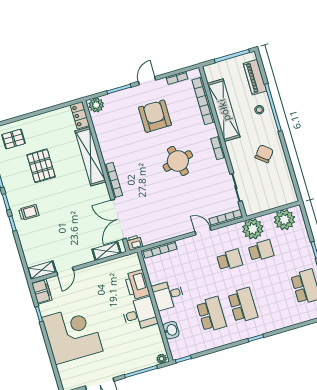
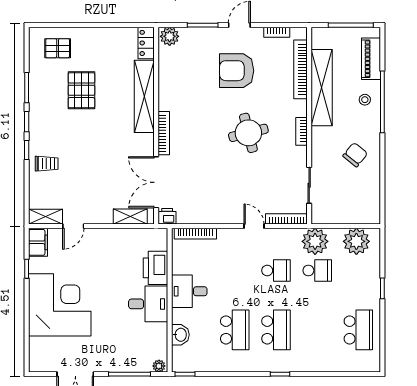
armchair: (155, 116) -> (237, 71), turned -90
trolley: (29, 212) -> (47, 164), moved

